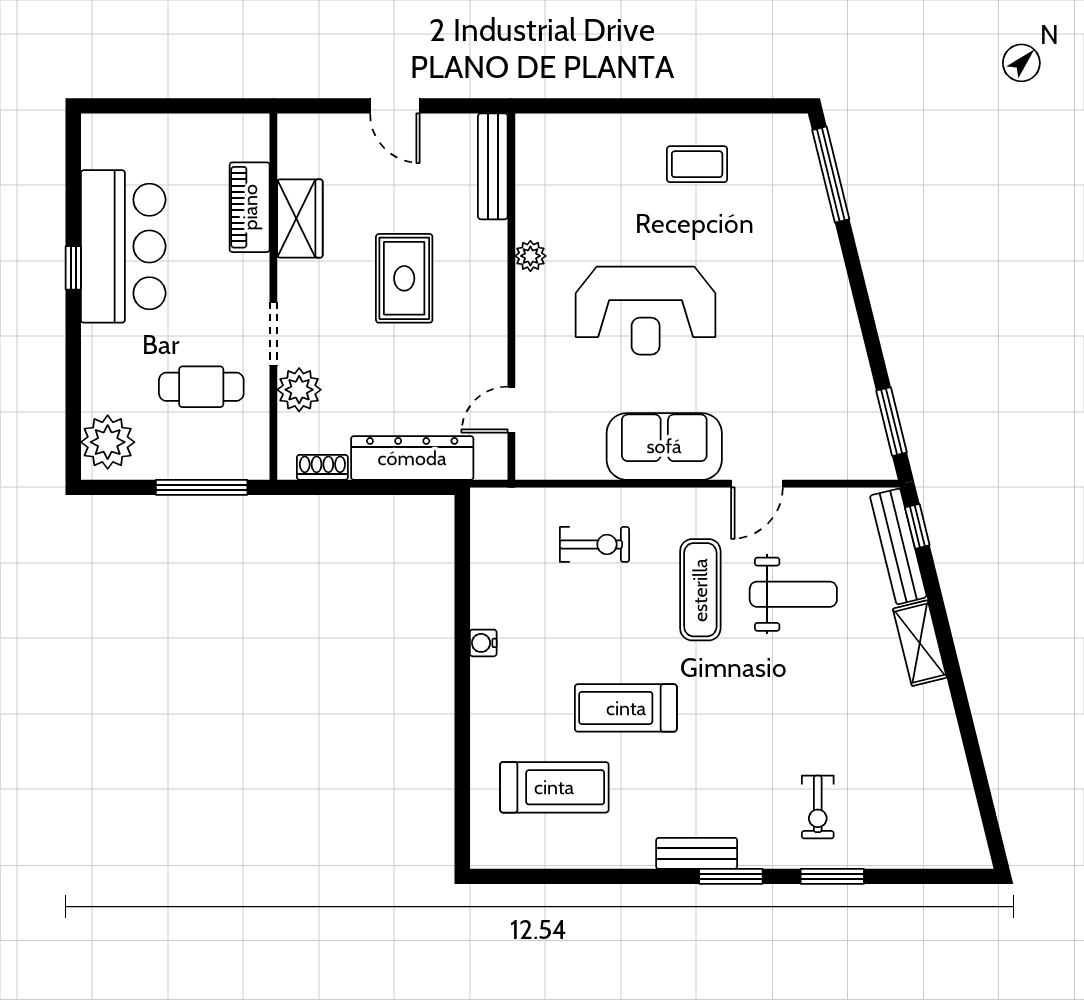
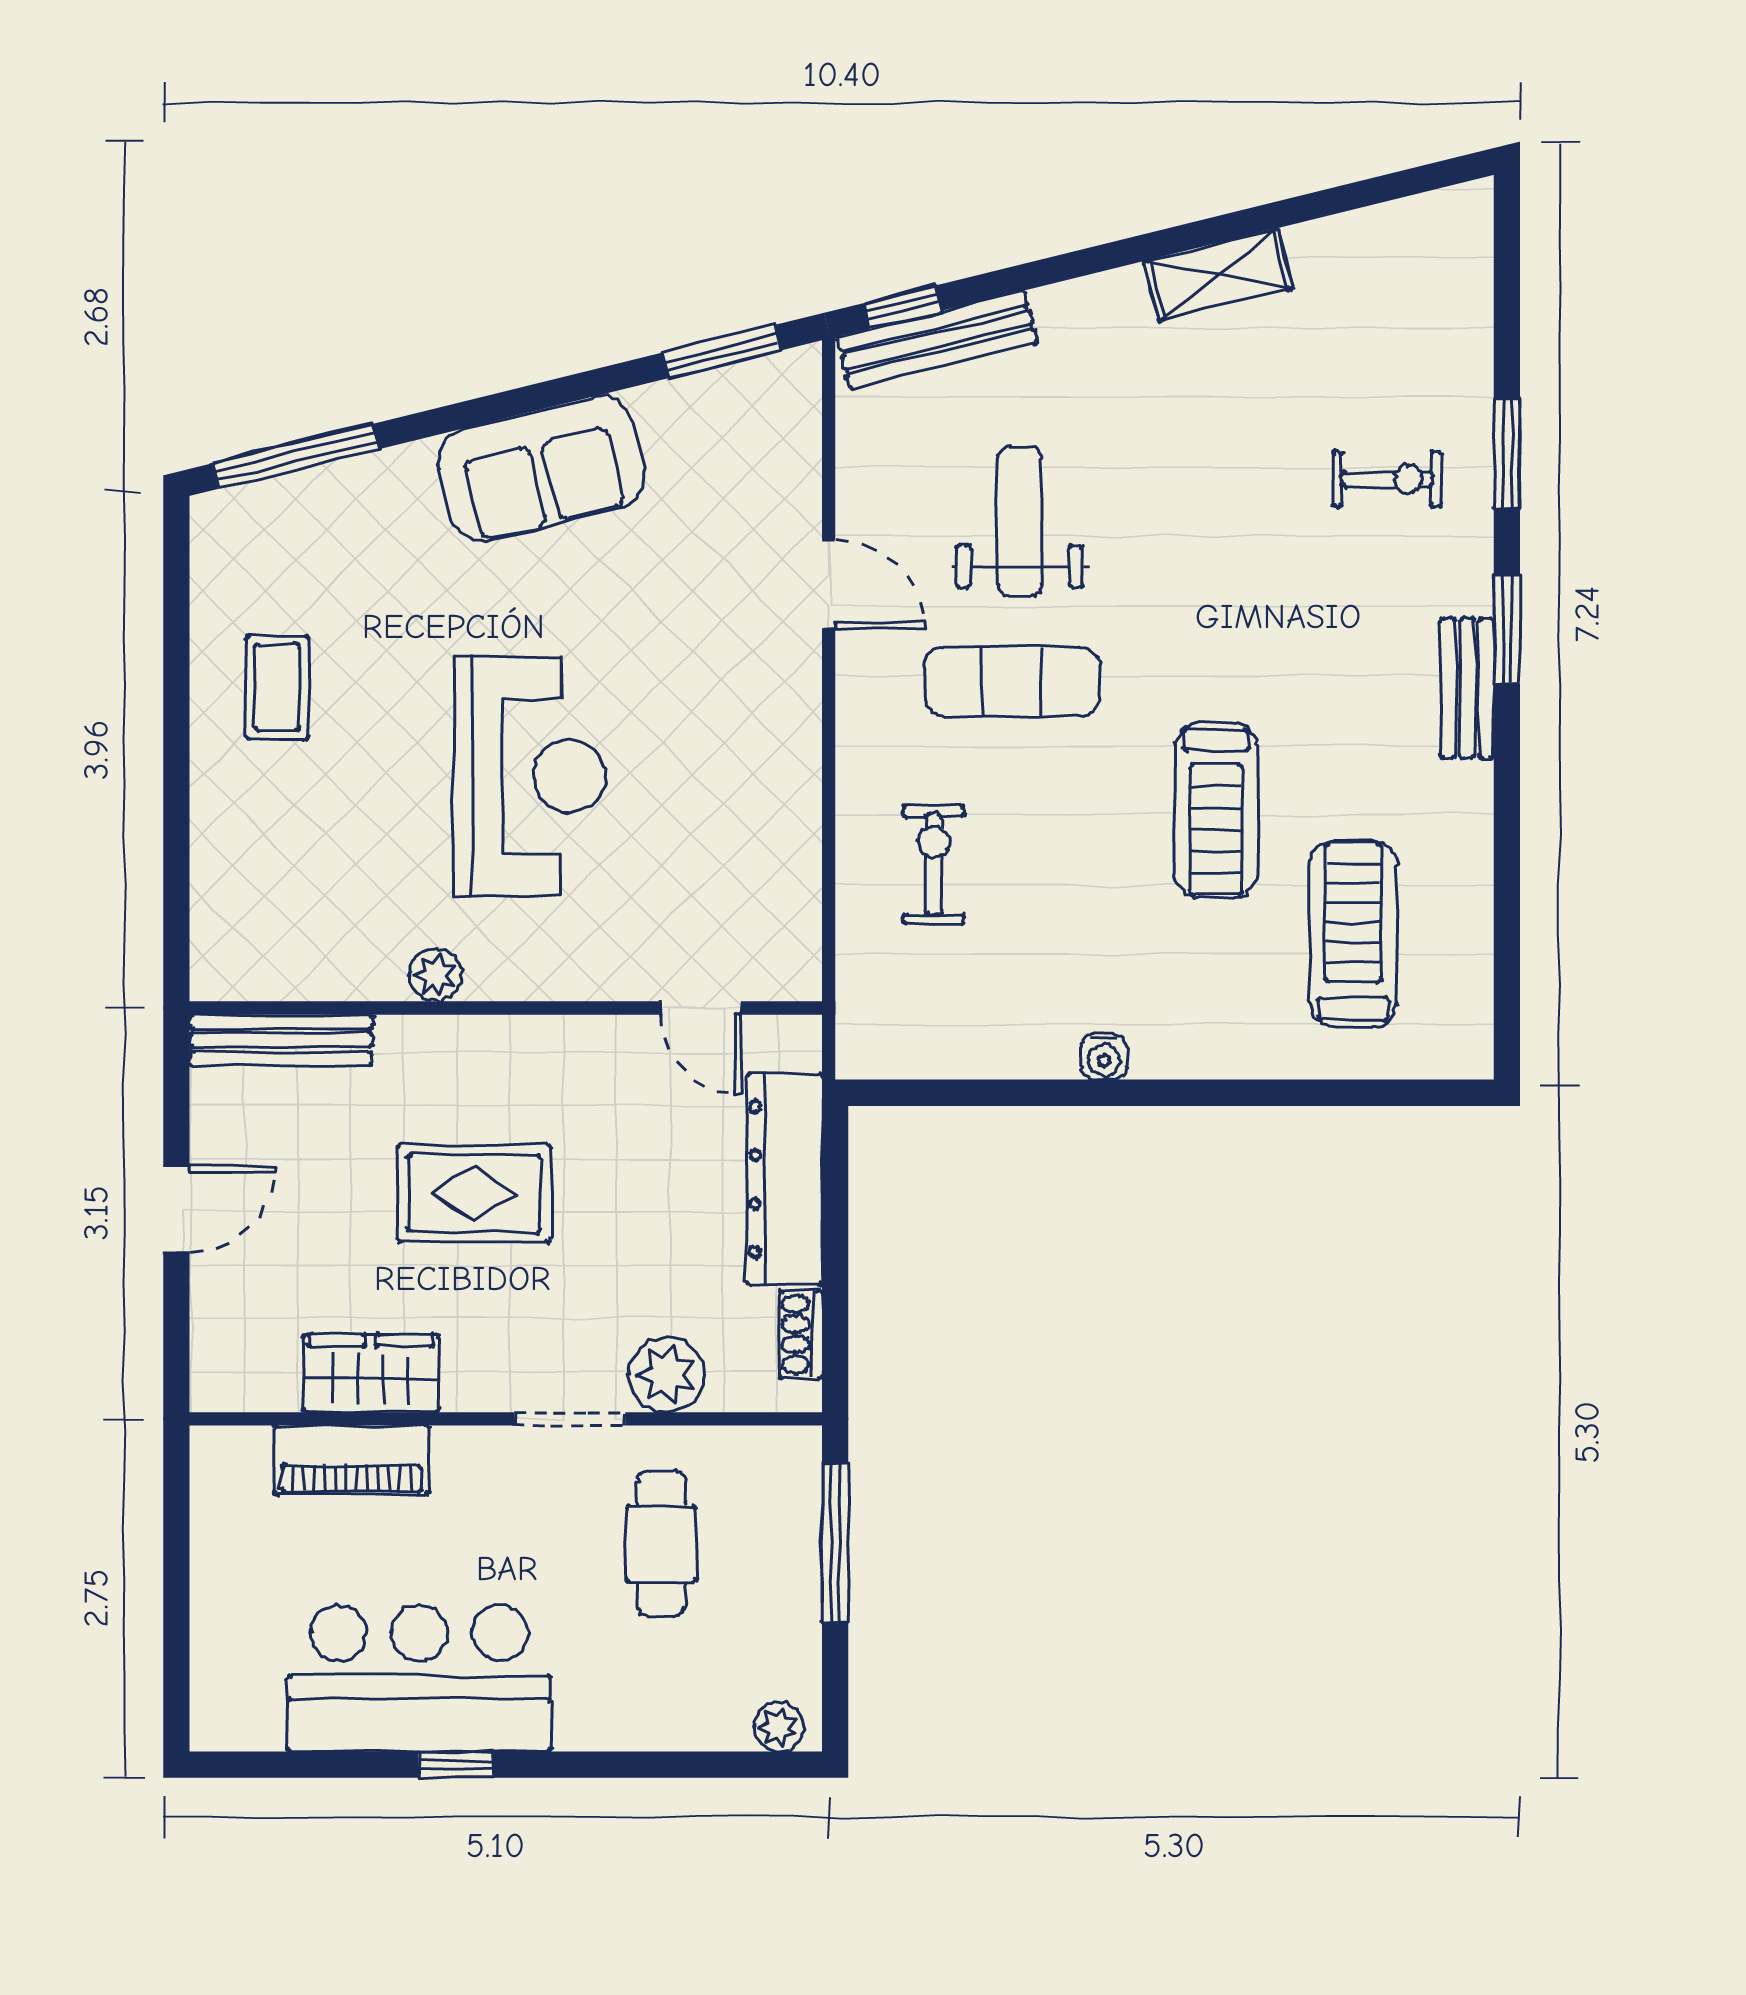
plant: (108, 442) -> (779, 1727), width x0.53, depth x0.53
sofa: (664, 446) -> (541, 469), moved, turned -104
shelving: (920, 643) -> (1218, 275), moved

